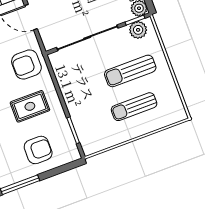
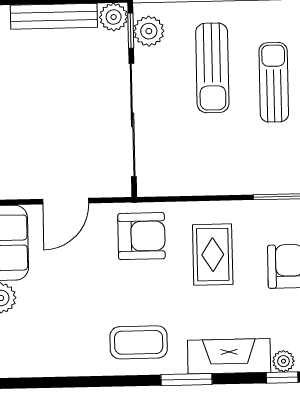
armchair: (26, 65) -> (141, 236), turned -90
sun lounger: (134, 107) -> (274, 82), turned 180

